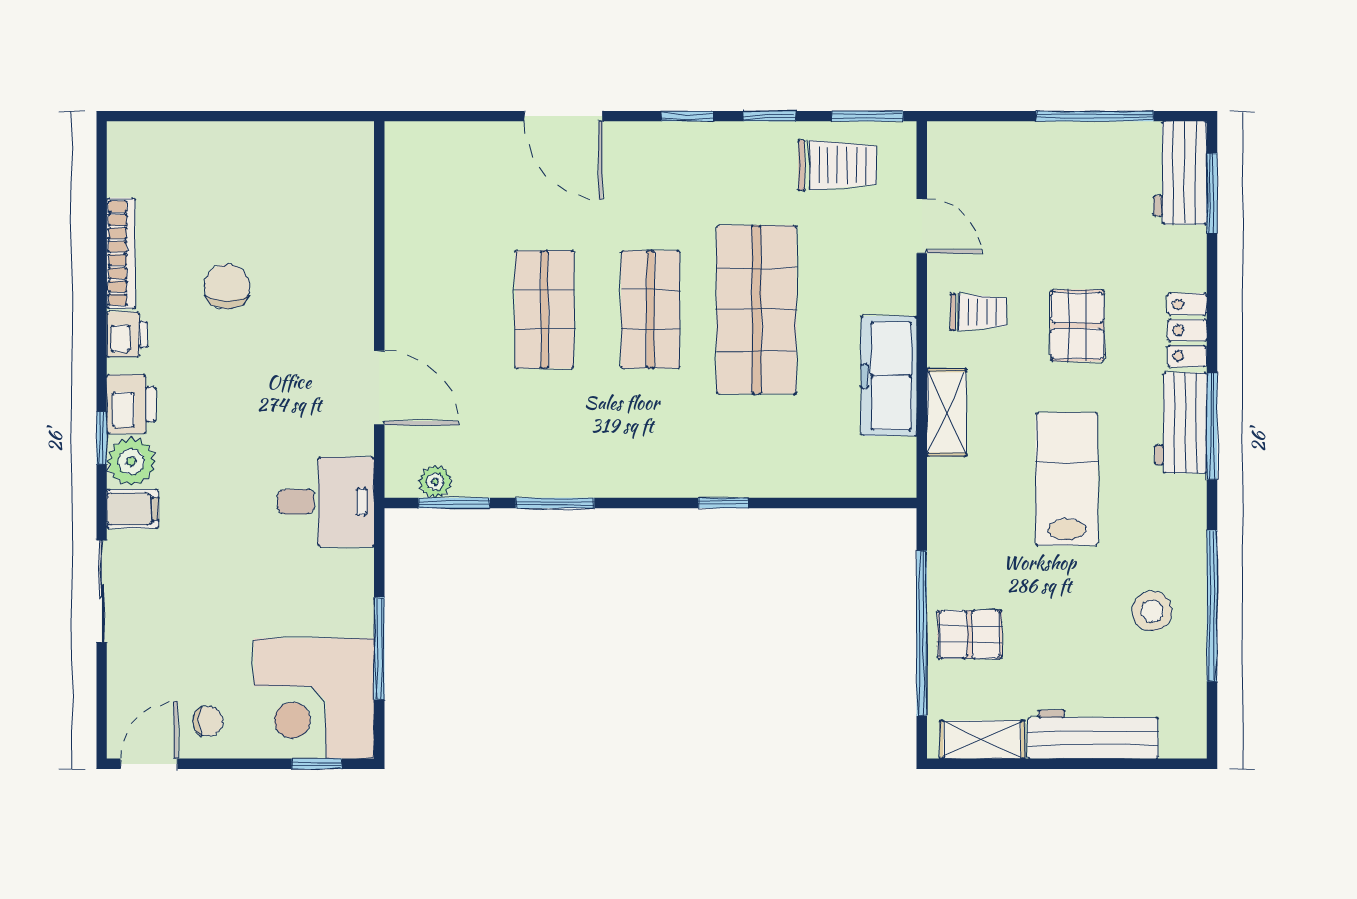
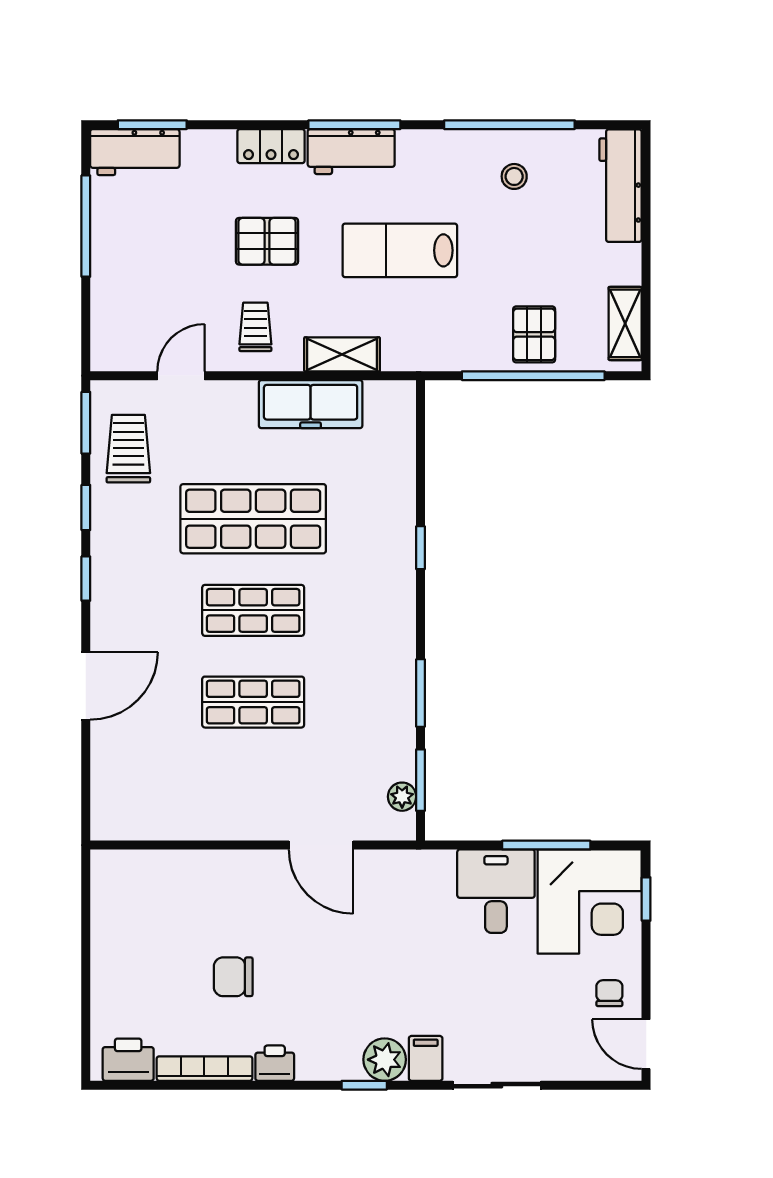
door: (379, 388) -> (321, 845), swing flipped
printer: (131, 404) -> (128, 1060), moved
desk: (326, 502) -> (496, 891), moved
stool: (1152, 611) -> (514, 176), width x0.73, depth x0.73
workbench: (1093, 734) -> (621, 186), moved

